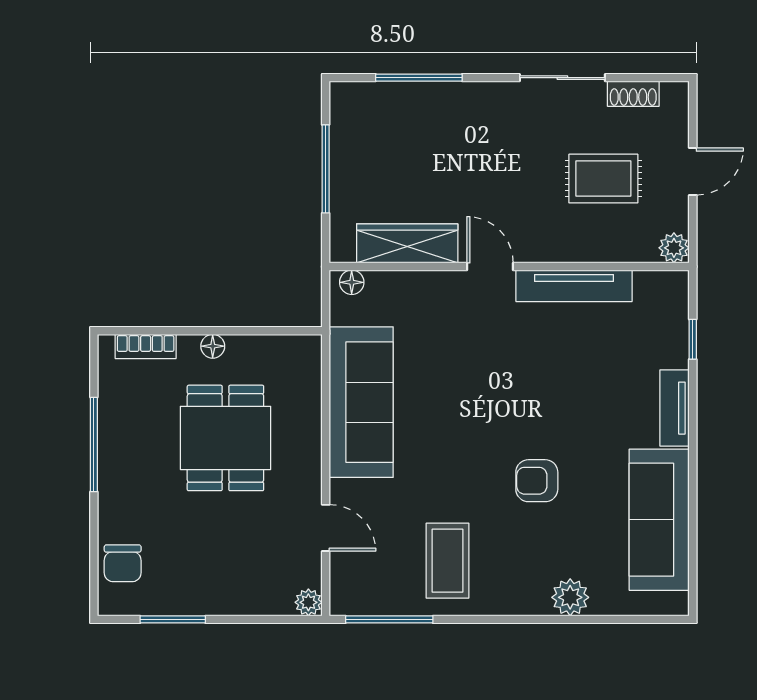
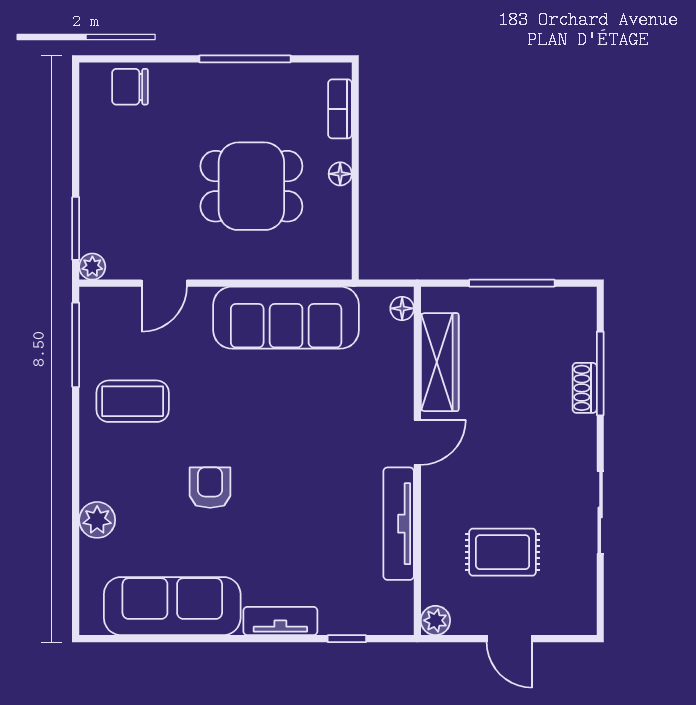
shoe rack: (633, 94) -> (585, 388), moved
rug: (603, 179) -> (503, 552), turned 90
window: (173, 619) -> (76, 228), moved

